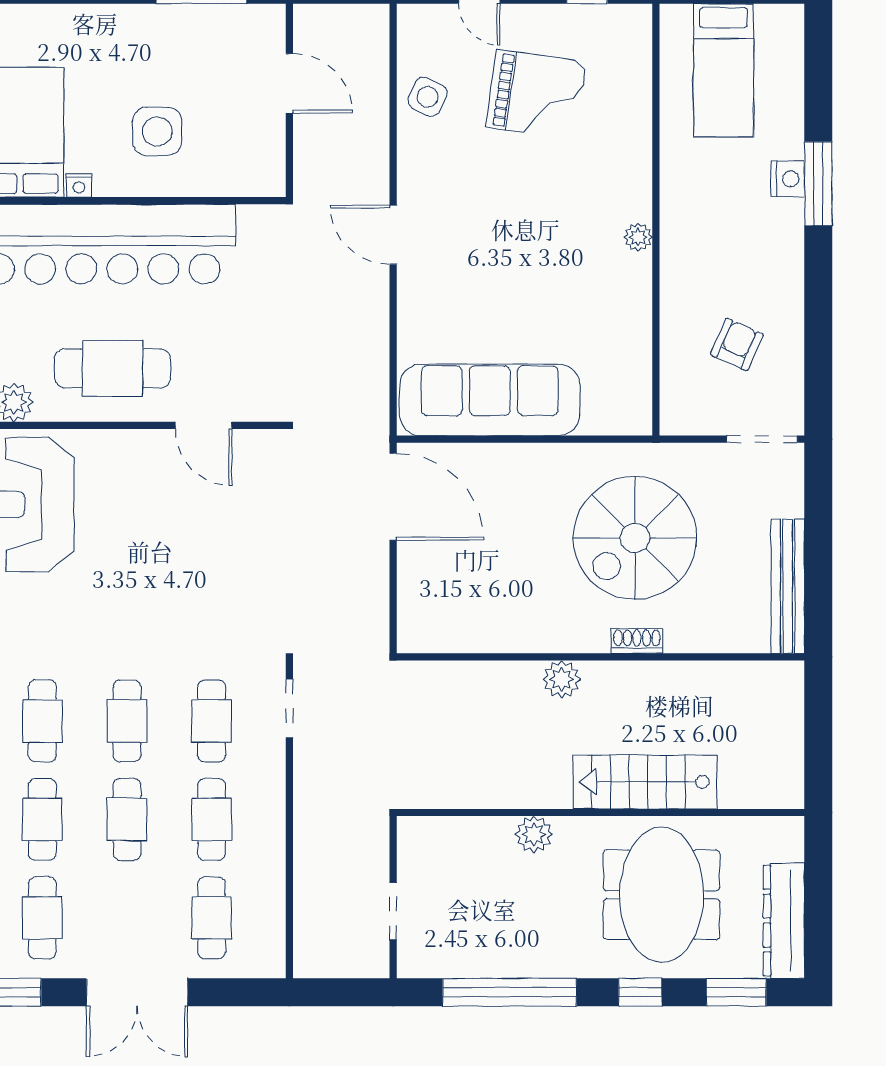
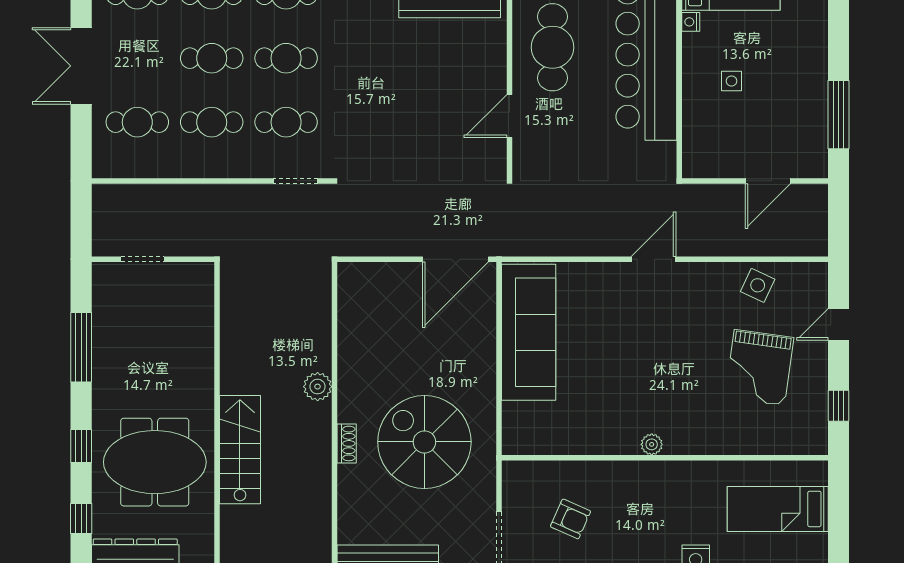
side table: (157, 131) -> (732, 81), width x0.54, depth x0.54
plant: (534, 834) -> (200, 366), removed
window: (509, 992) -> (81, 347), width x0.68
window: (736, 992) -> (81, 518), width x0.67

